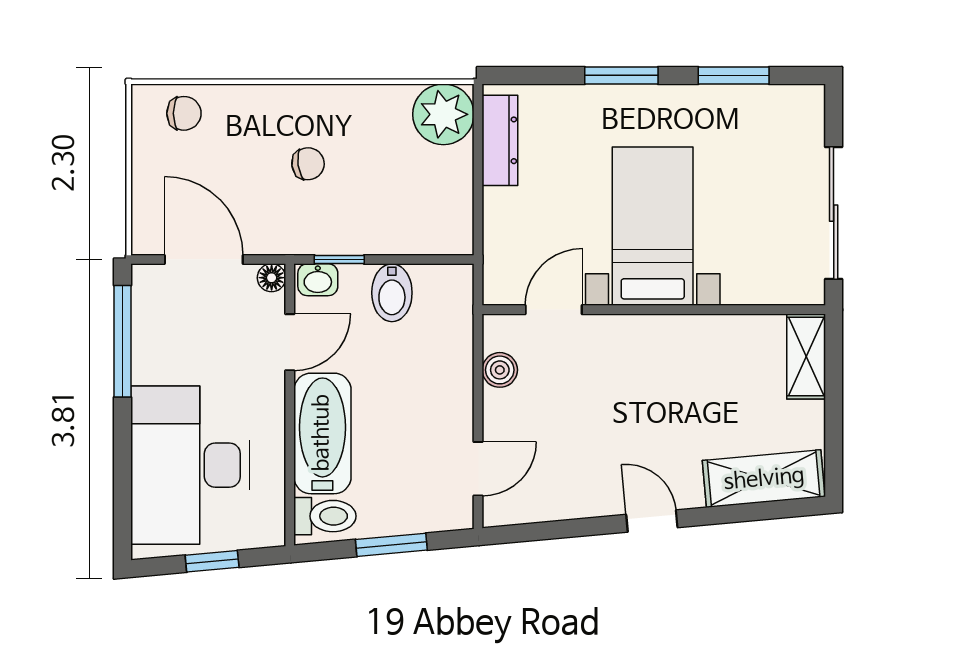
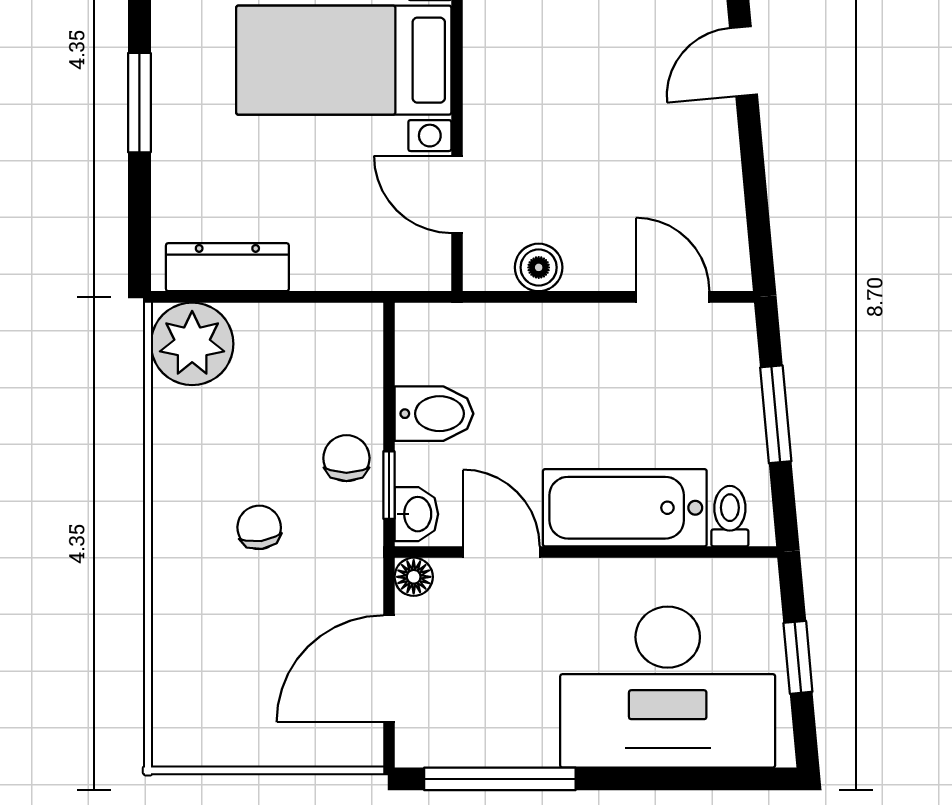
chair: (184, 113) -> (346, 458), moved
toilet: (325, 516) -> (730, 516), width x0.73, depth x0.72

